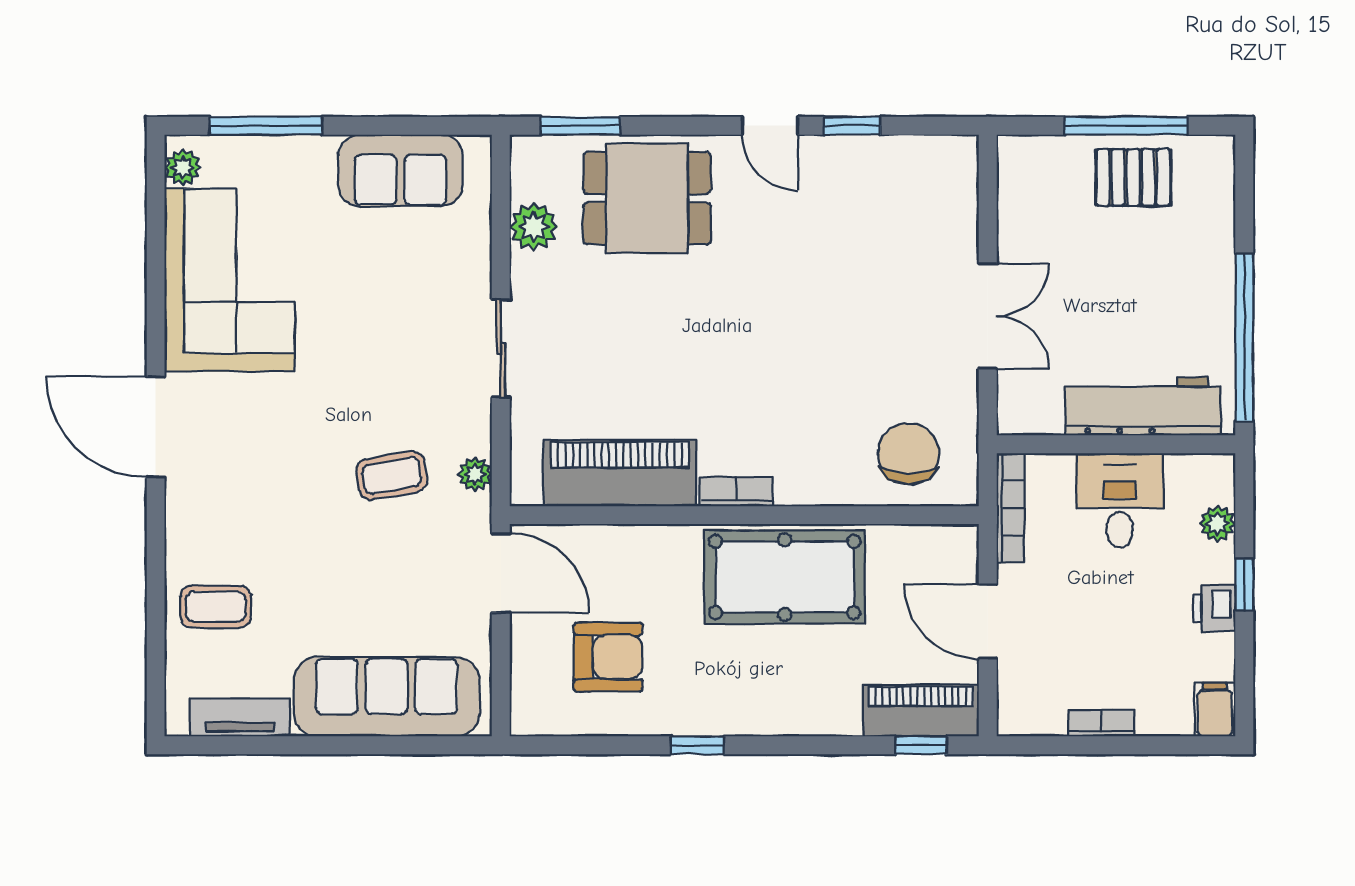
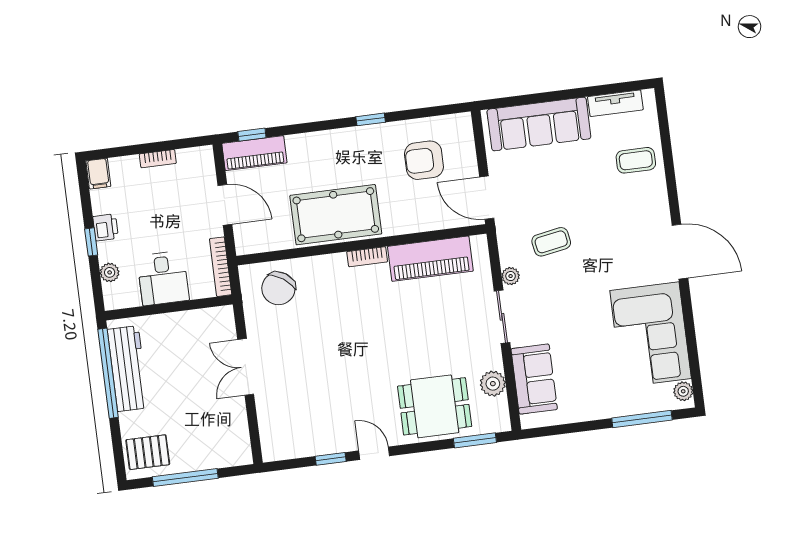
sofa: (401, 170) -> (534, 379), moved, turned 90
pallet: (1133, 177) -> (148, 452), moved
workbench: (1143, 406) -> (128, 369), moved, turned -90
chair: (908, 454) -> (278, 288), turned 35
plant: (475, 474) -> (511, 276), moved

